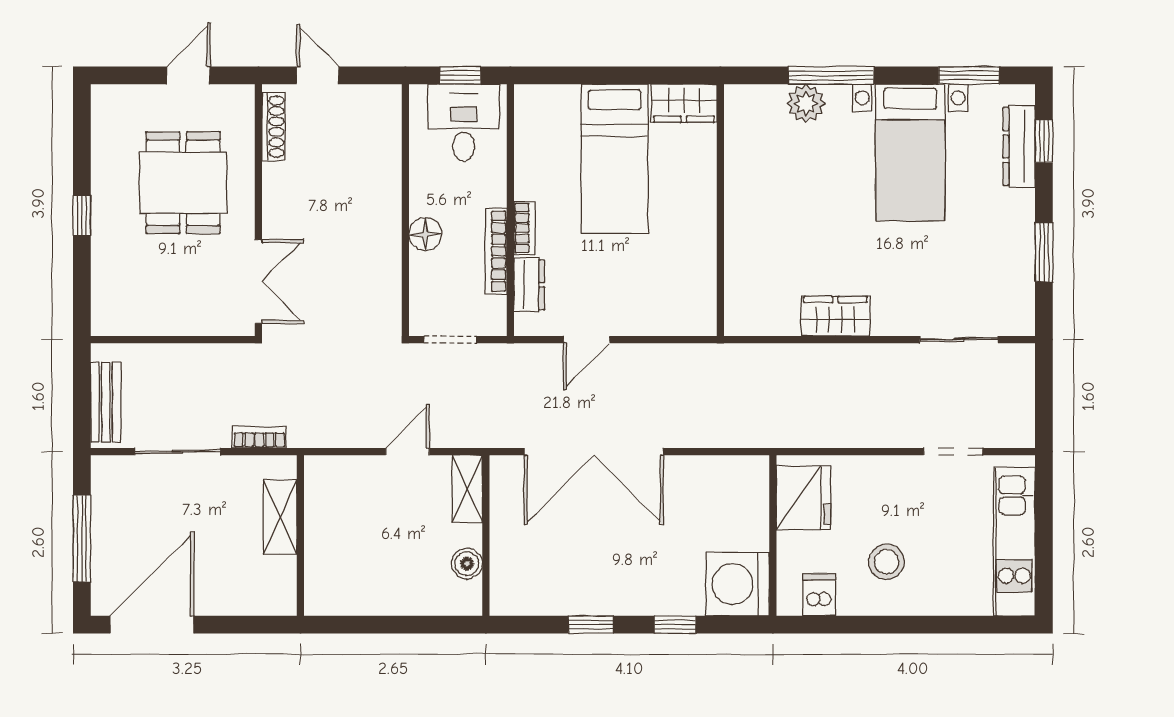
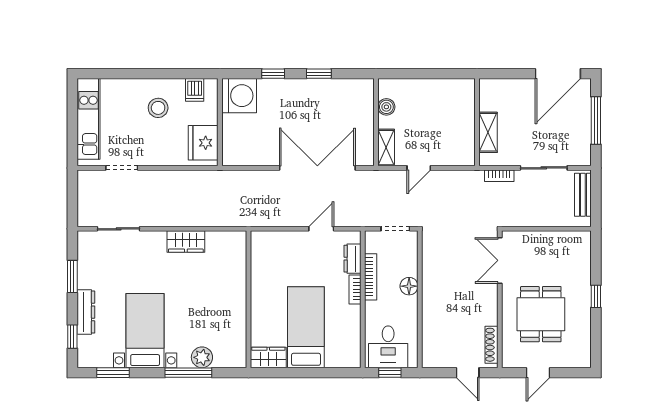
dresser: (1019, 146) -> (86, 312), moved

